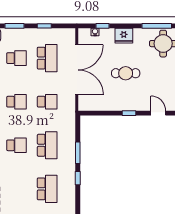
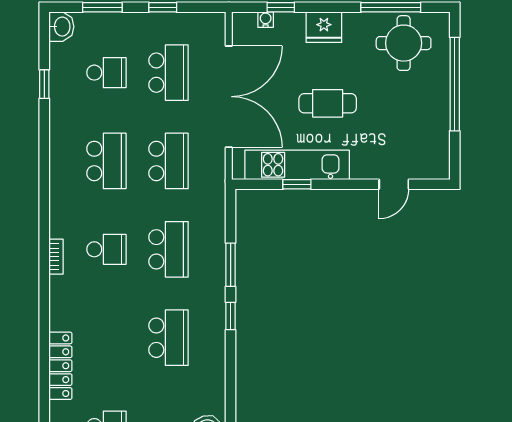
school desk: (17, 102) -> (106, 161), width x1.85
school desk: (47, 102) -> (169, 161), width x1.85
kitchen unit: (111, 104) -> (297, 165), added
window: (129, 113) -> (297, 184), moved
door: (158, 113) -> (394, 184), swing flipped

